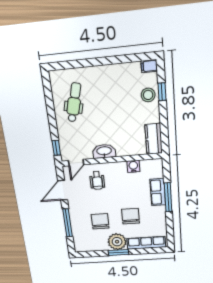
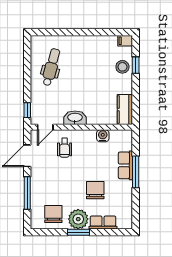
chair: (100, 221) -> (53, 214), moved
row of seats: (146, 243) -> (103, 223), width x0.68

